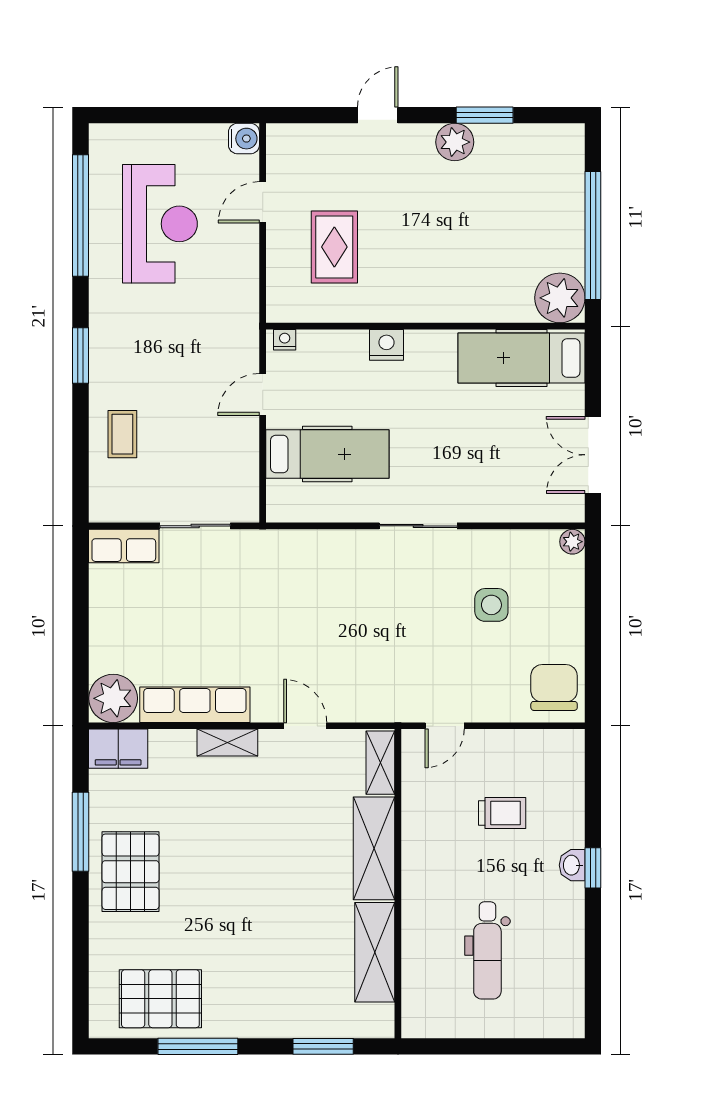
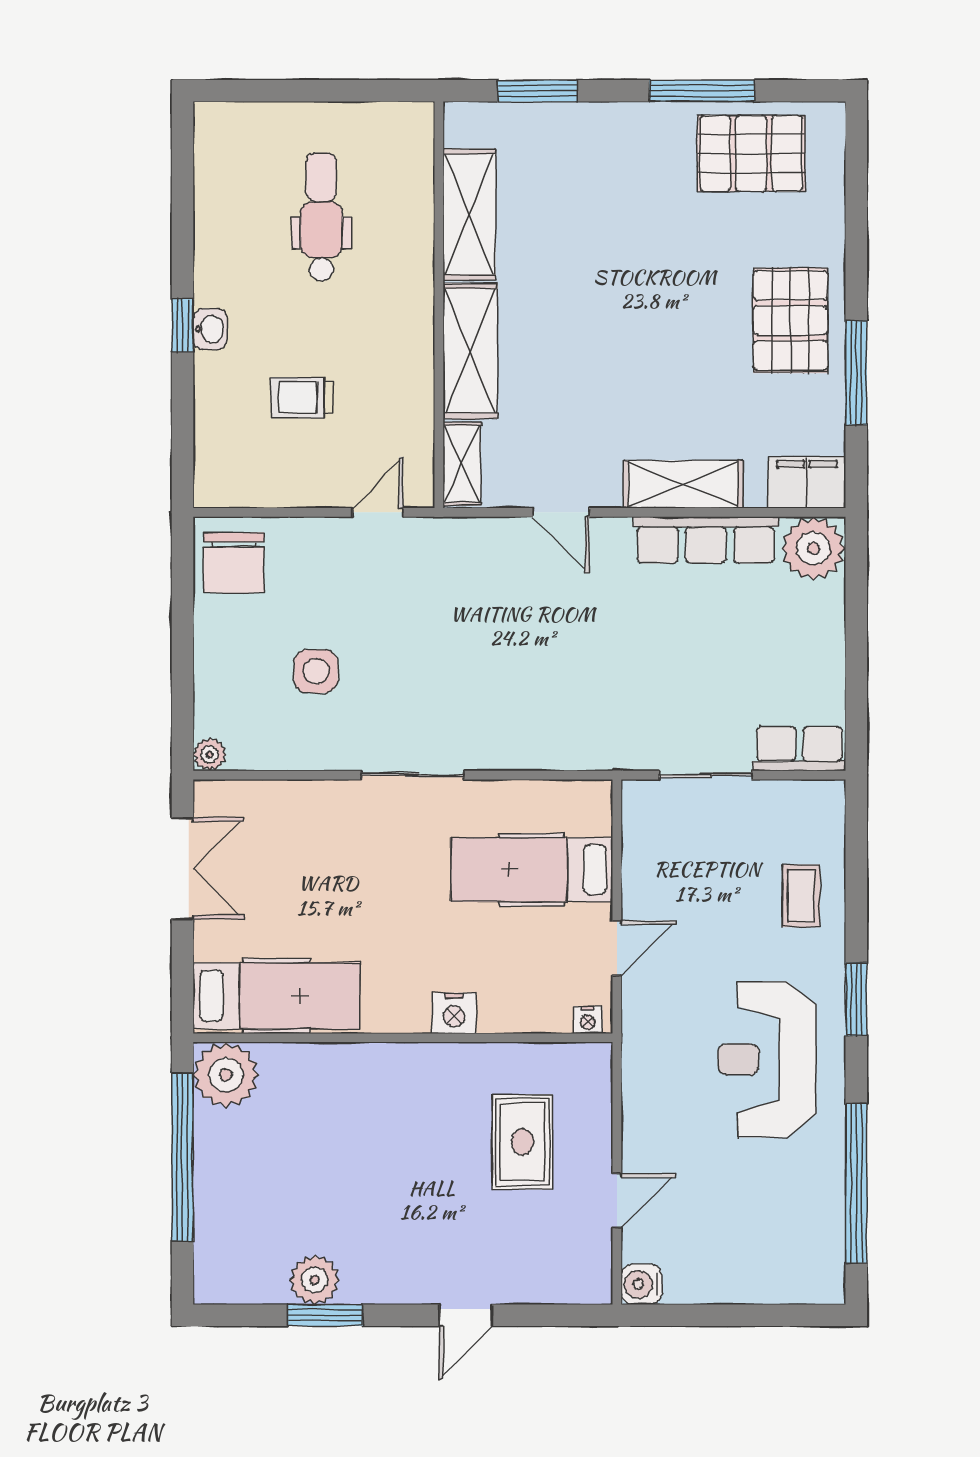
plant: (455, 142) -> (315, 1280), moved
reception desk: (160, 224) -> (767, 1059), moved
shelving: (227, 743) -> (683, 484), width x1.50, depth x1.33

